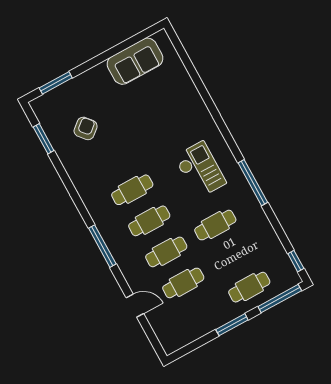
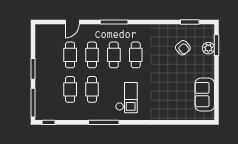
plant: (66, 92) -> (208, 48), added
checkout: (200, 170) -> (126, 98), turned -90
cafe table: (249, 287) -> (70, 89), moved

